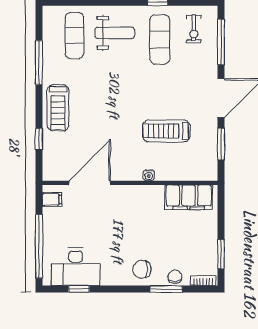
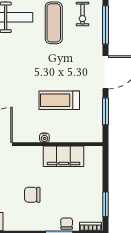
filing cabinet: (189, 197) -> (64, 156), moved
chair: (142, 269) -> (32, 195), moved

